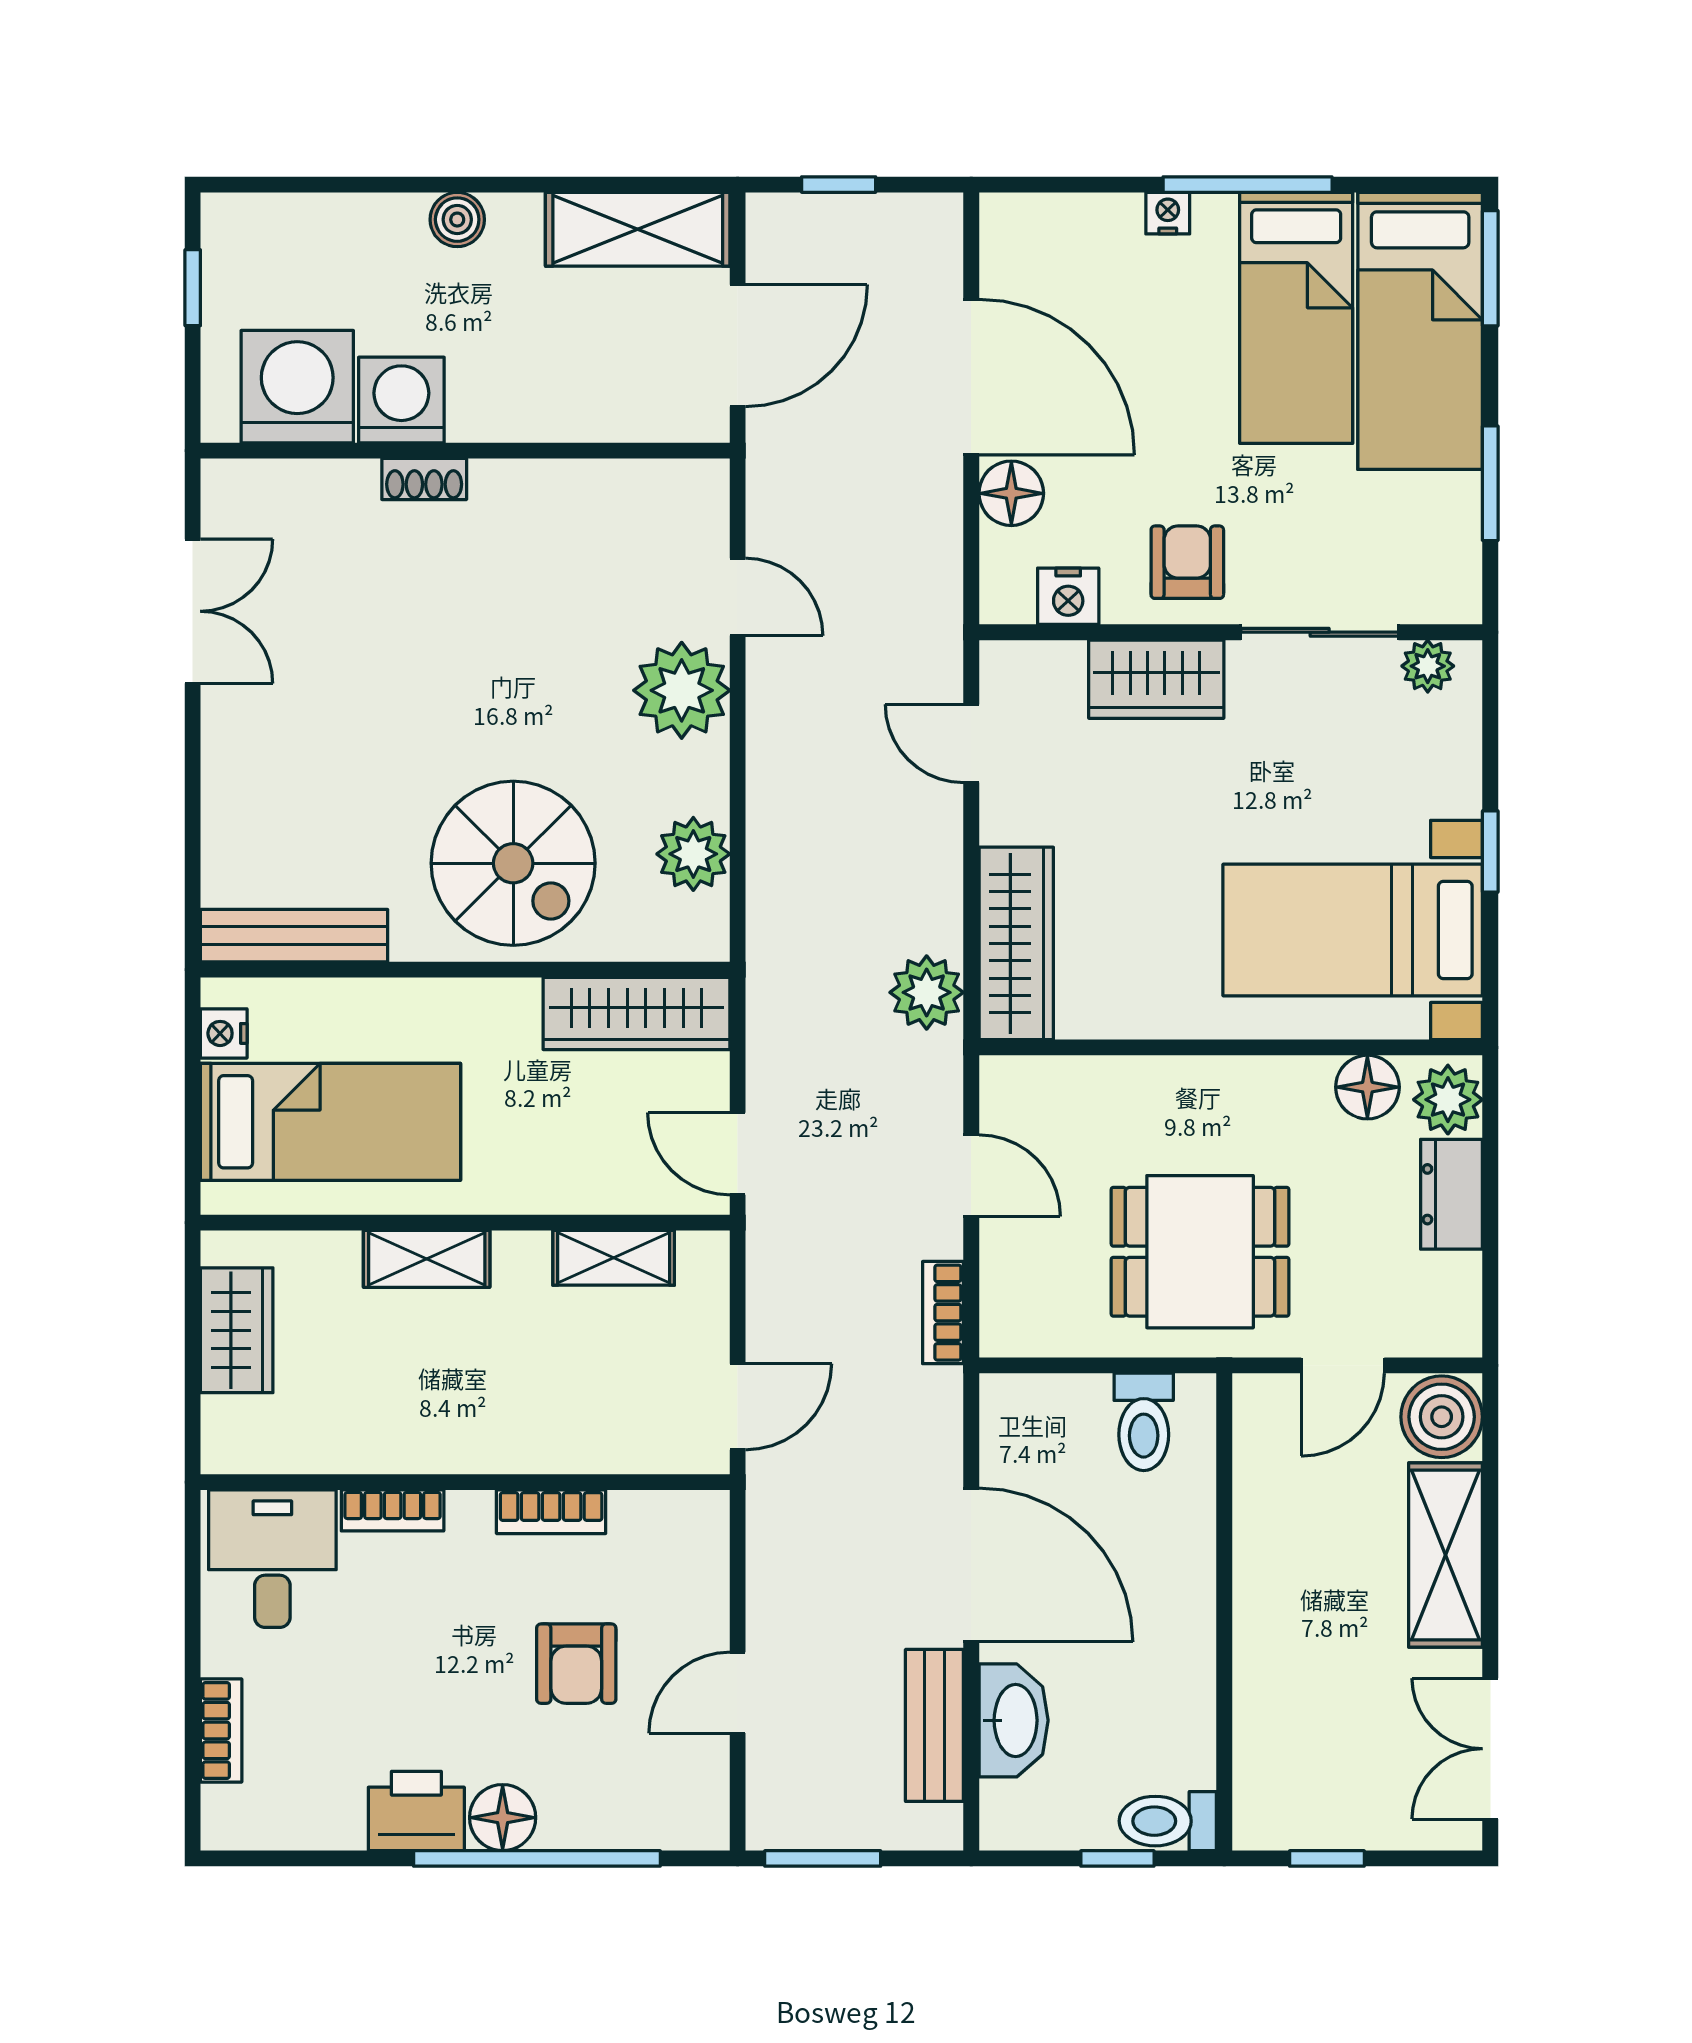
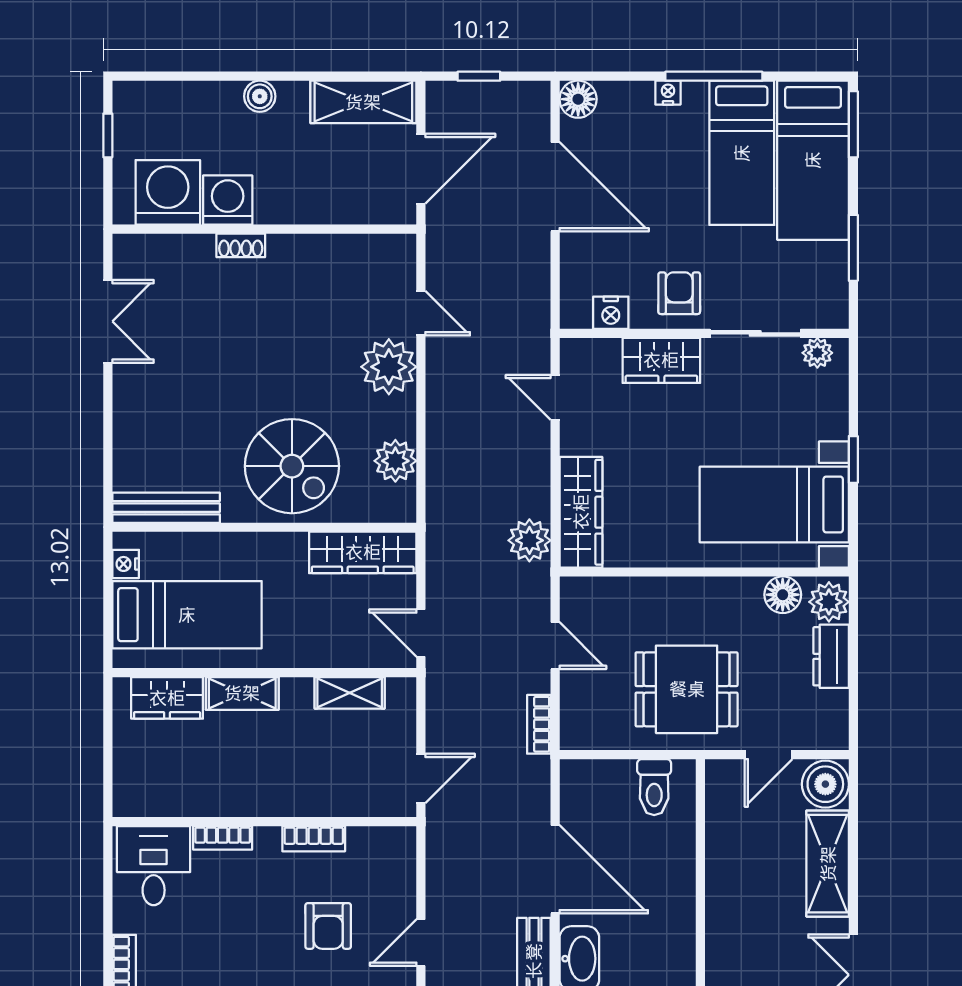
floor lamp: (1011, 493) -> (578, 99), moved
wardrobe: (237, 1330) -> (167, 698), moved, turned 90

